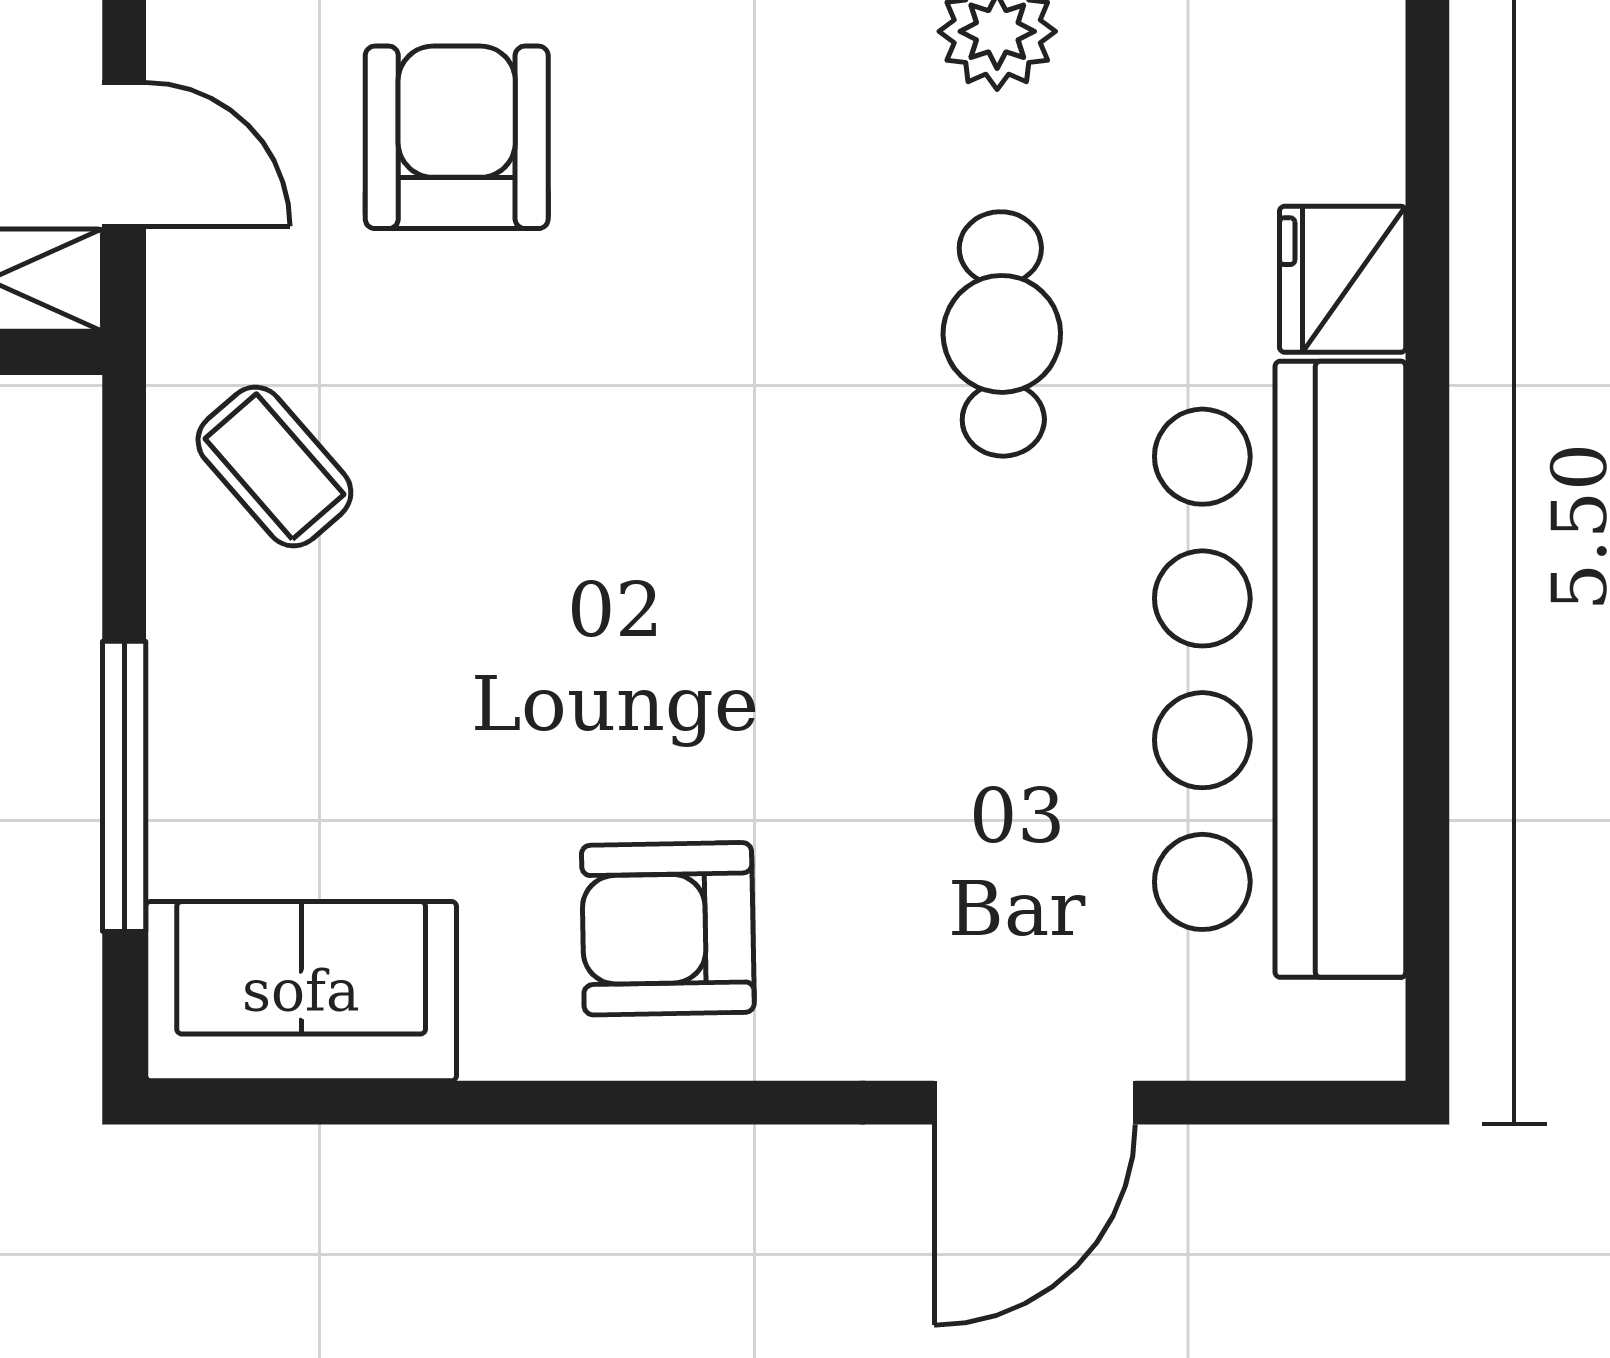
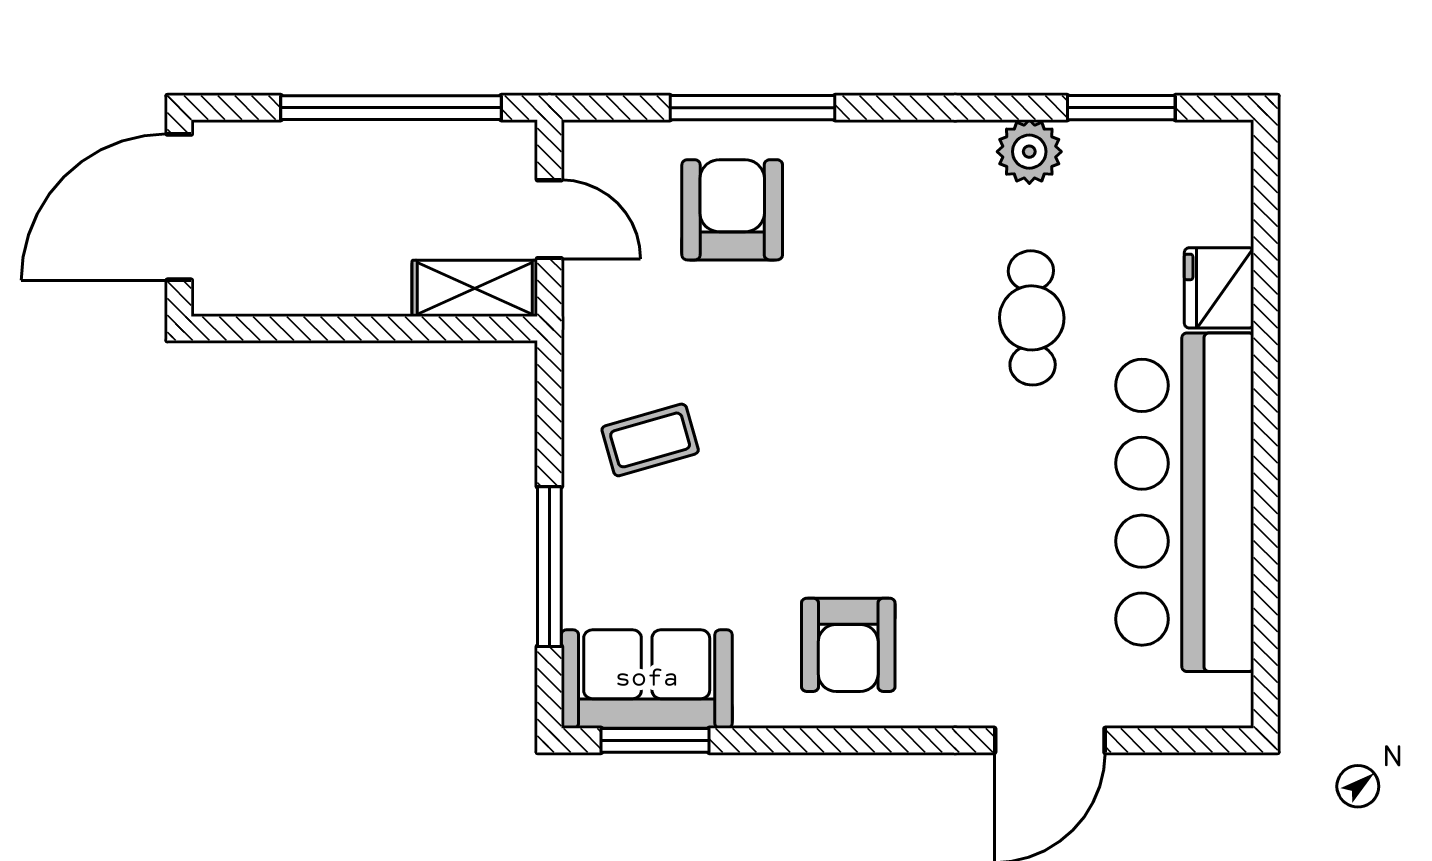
coffee table: (274, 467) -> (650, 440), moved, turned -65
armchair: (668, 929) -> (848, 645), turned -89
window: (316, 1103) -> (655, 740), added

